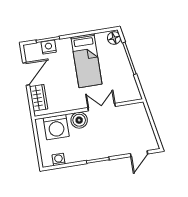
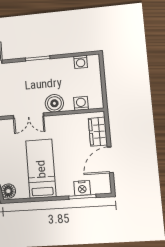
washing machine: (56, 127) -> (81, 103), width x0.53, depth x0.53

